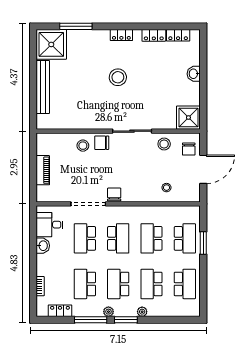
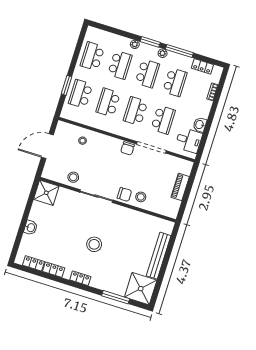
chair: (189, 149) -> (54, 167), removed
school desk: (151, 238) -> (108, 102), turned 180

